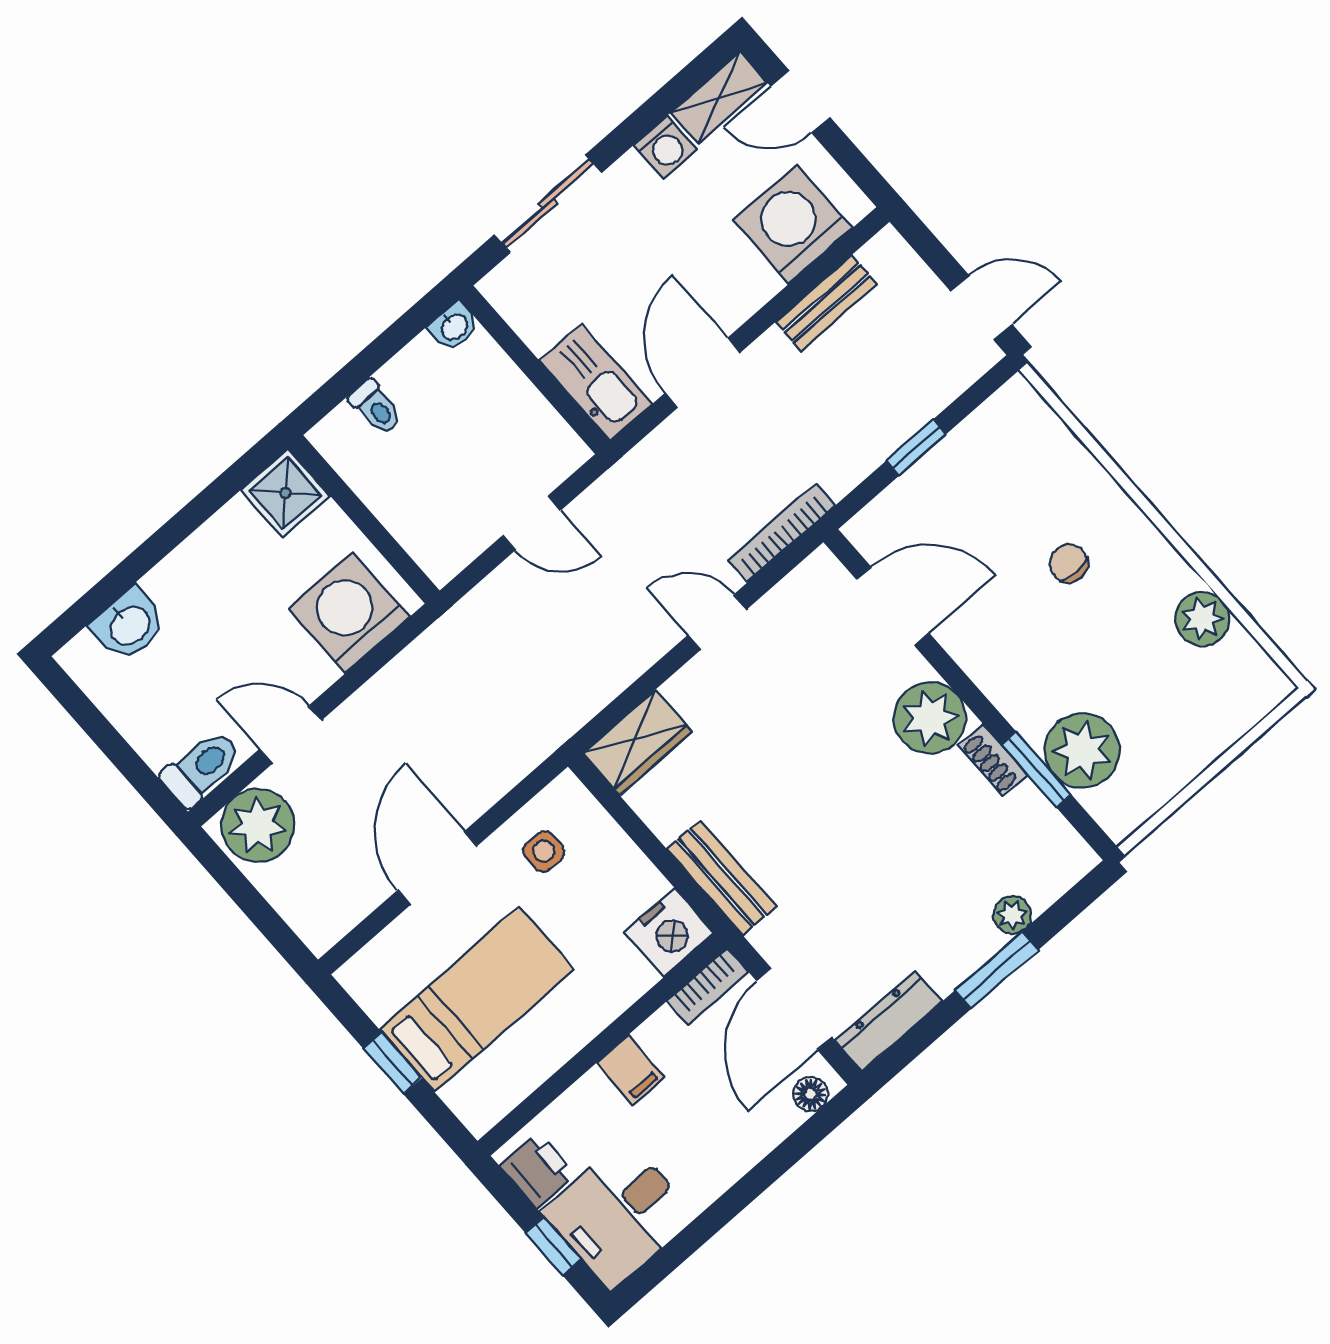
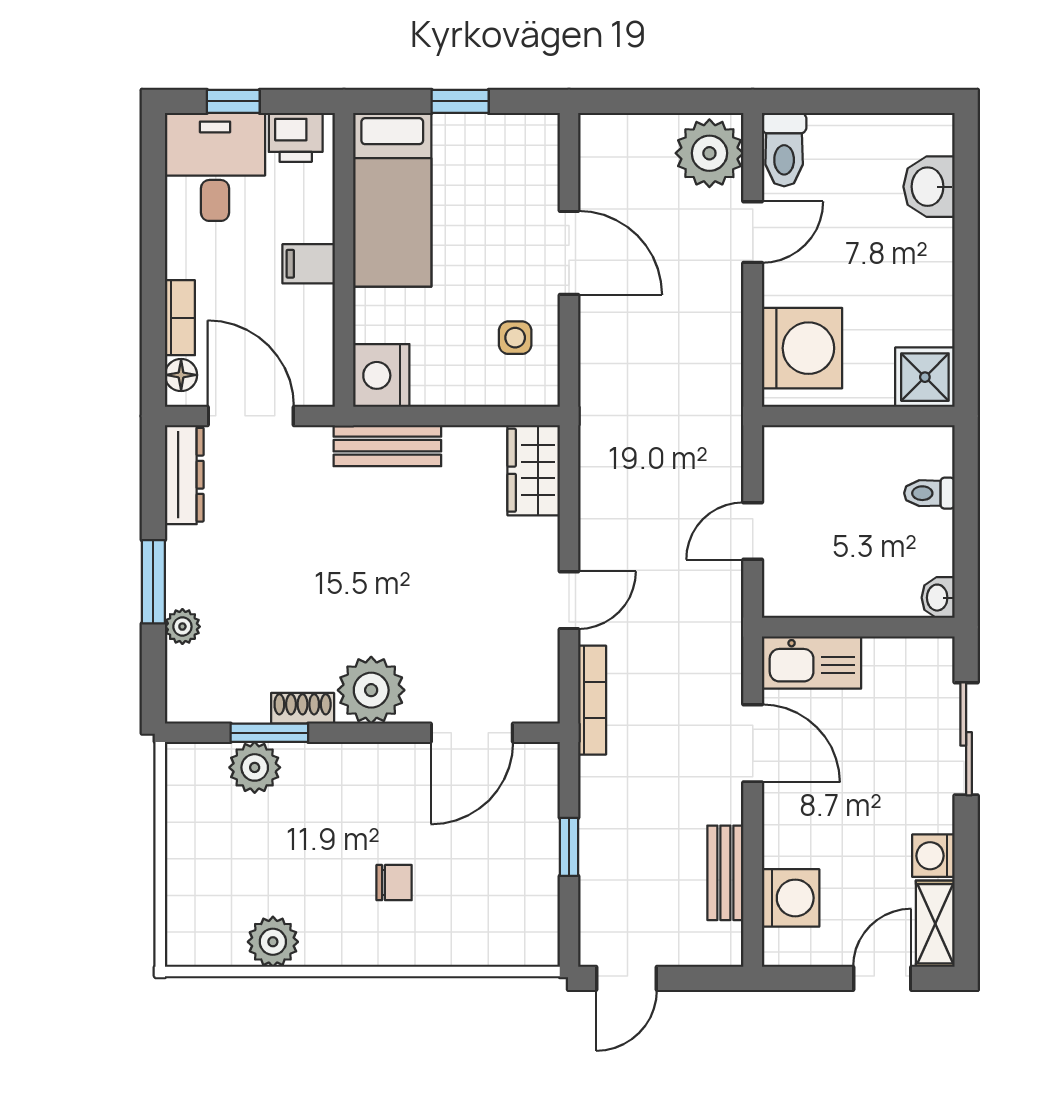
washing machine: (793, 224) -> (791, 898), width x0.73, depth x0.73
plant: (1082, 750) -> (255, 767), width x0.73, depth x0.73
bookcase: (708, 986) -> (180, 318), moved, turned 180
bed: (477, 999) -> (392, 200), moved

